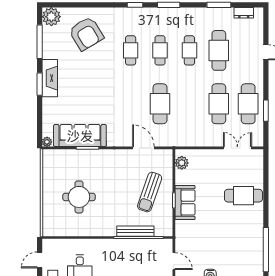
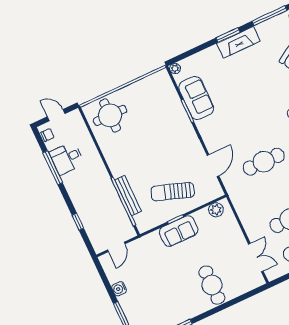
sofa: (80, 136) -> (196, 98), width x0.73
round table: (79, 197) -> (110, 115), moved

